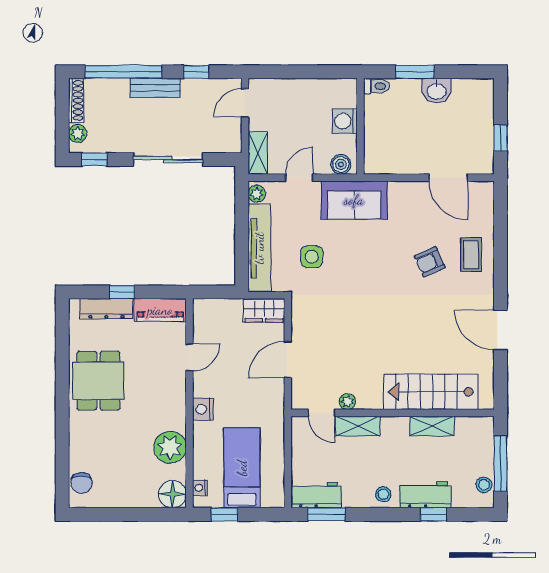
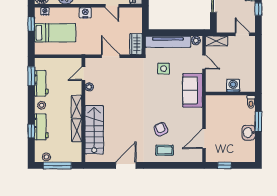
boiler: (341, 164) -> (211, 84), removed
shelving: (358, 426) -> (77, 107), moved
workbench: (316, 495) -> (41, 83), moved

